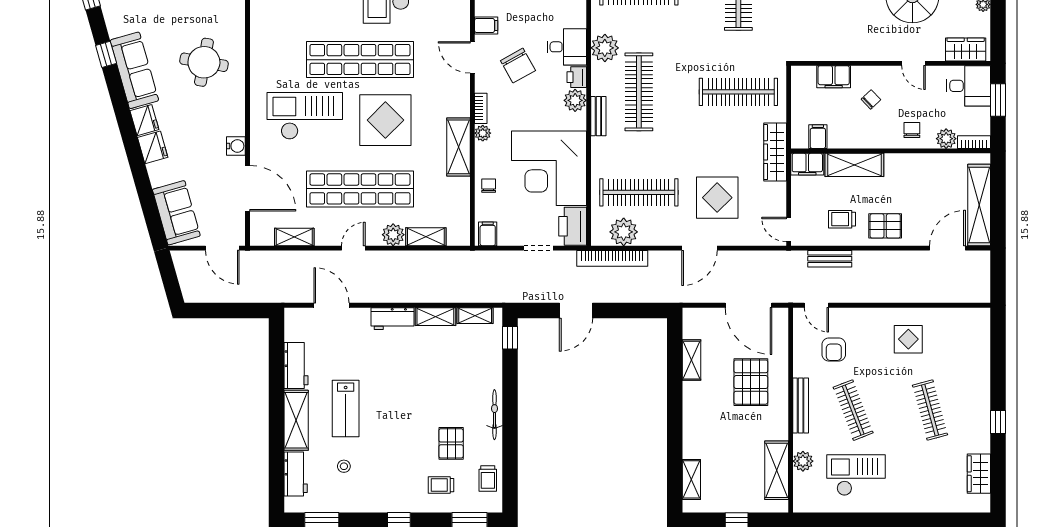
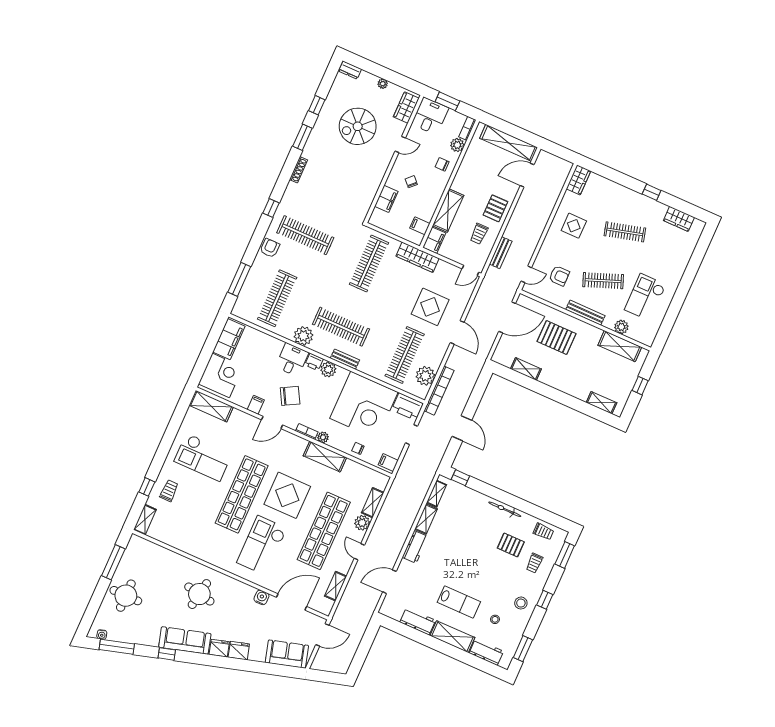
door: (947, 248) -> (527, 175), hinge flipped
wardrobe: (971, 319) -> (578, 180), added
stool: (381, 491) -> (521, 603), added

